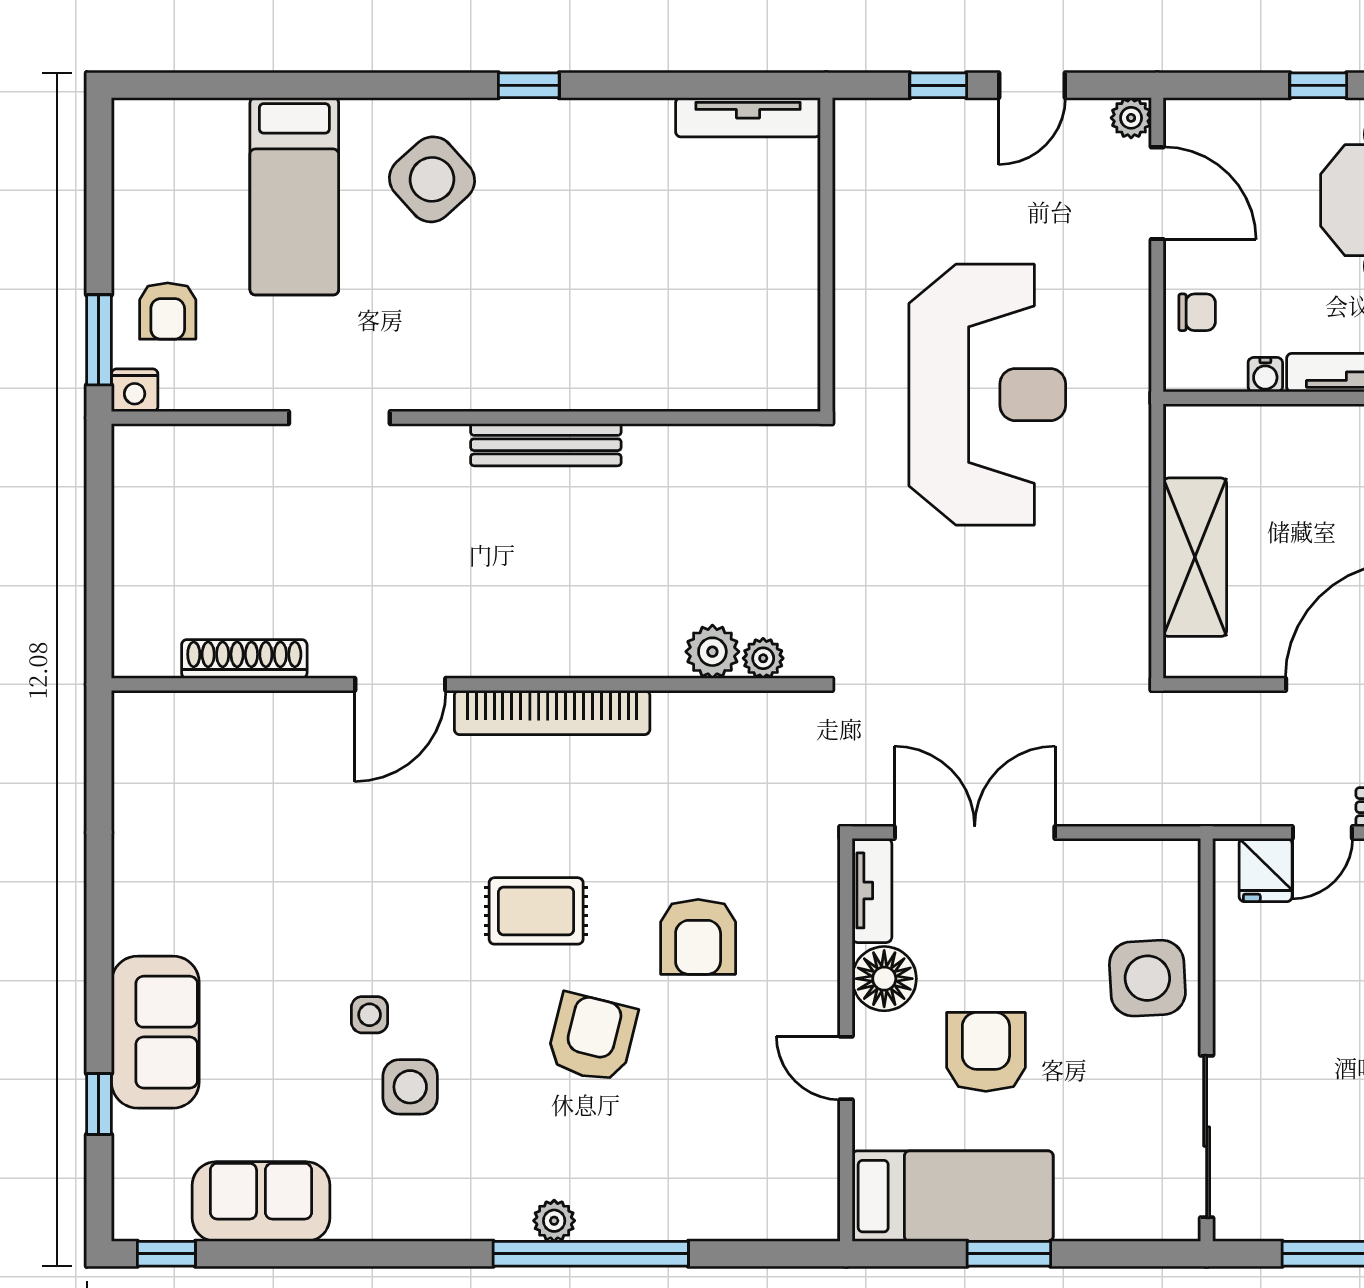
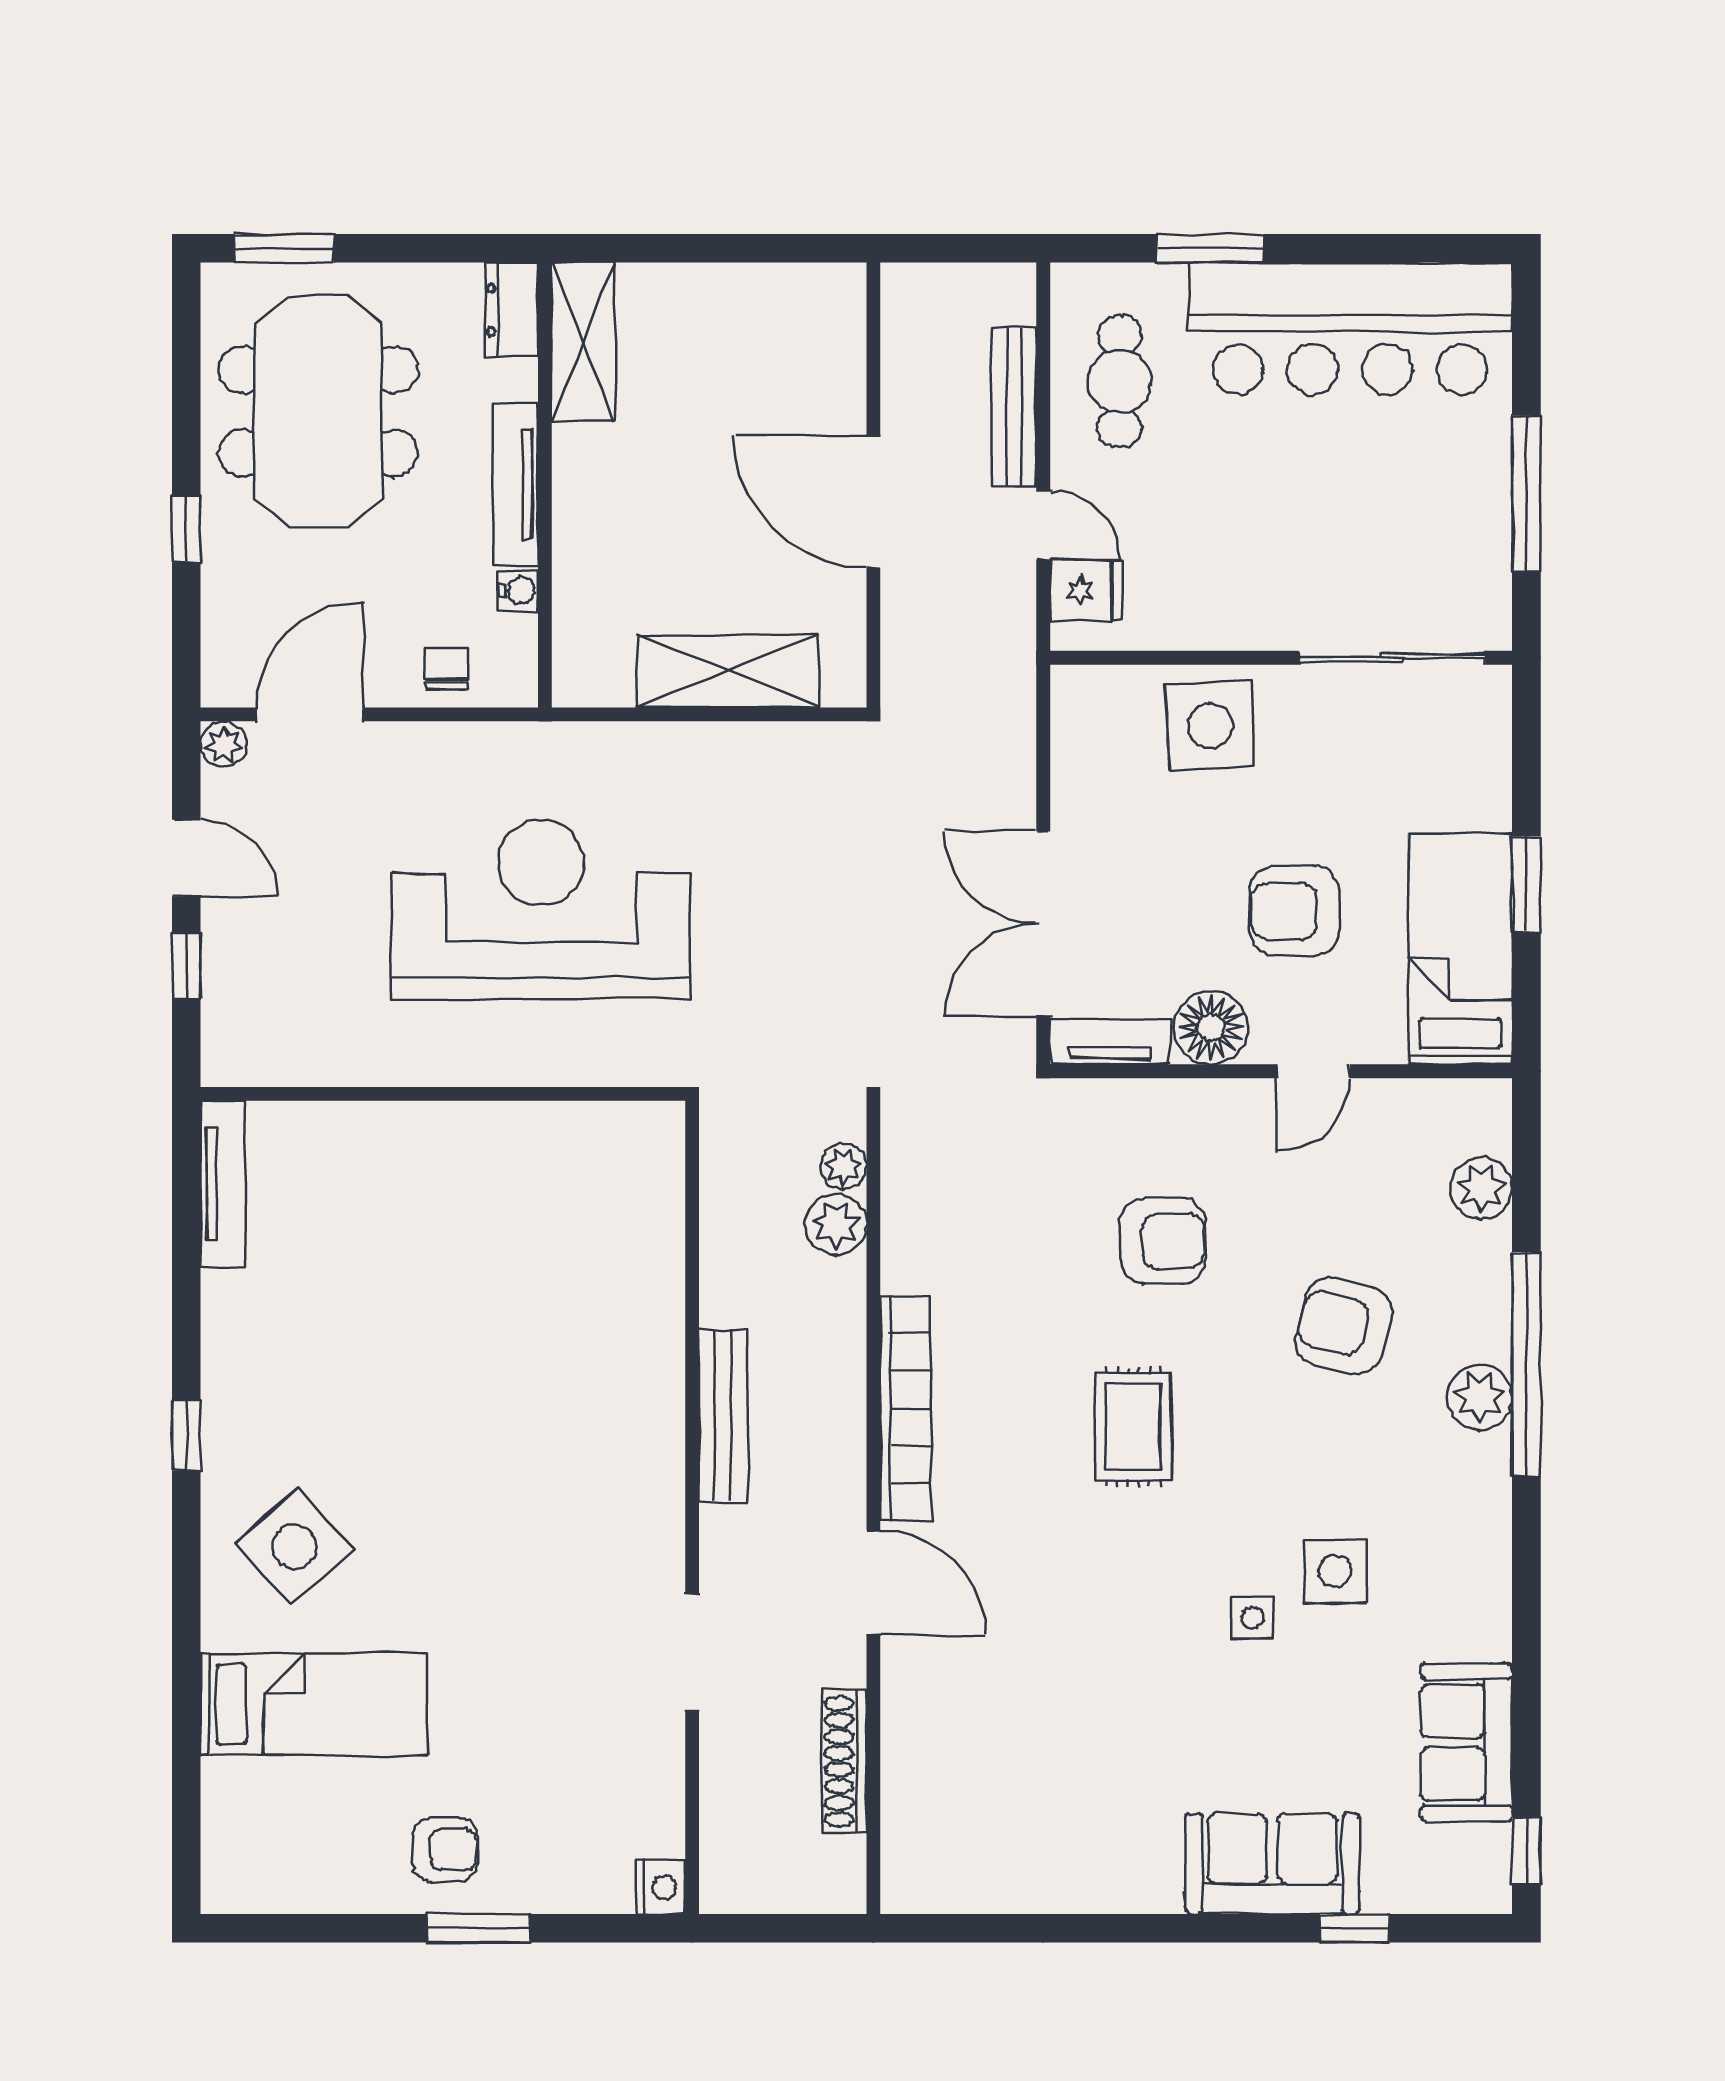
nightstand: (135, 390) -> (661, 1887), moved
doorway: (339, 418) -> (692, 1652), moved
wall: (466, 418) -> (692, 1507), moved
bench: (546, 445) -> (723, 1416), moved
armchair: (592, 1038) -> (1344, 1326), moved
plant: (744, 1214) -> (1481, 1188), added
plant: (554, 1221) -> (1480, 1397), width x1.38, depth x1.38

